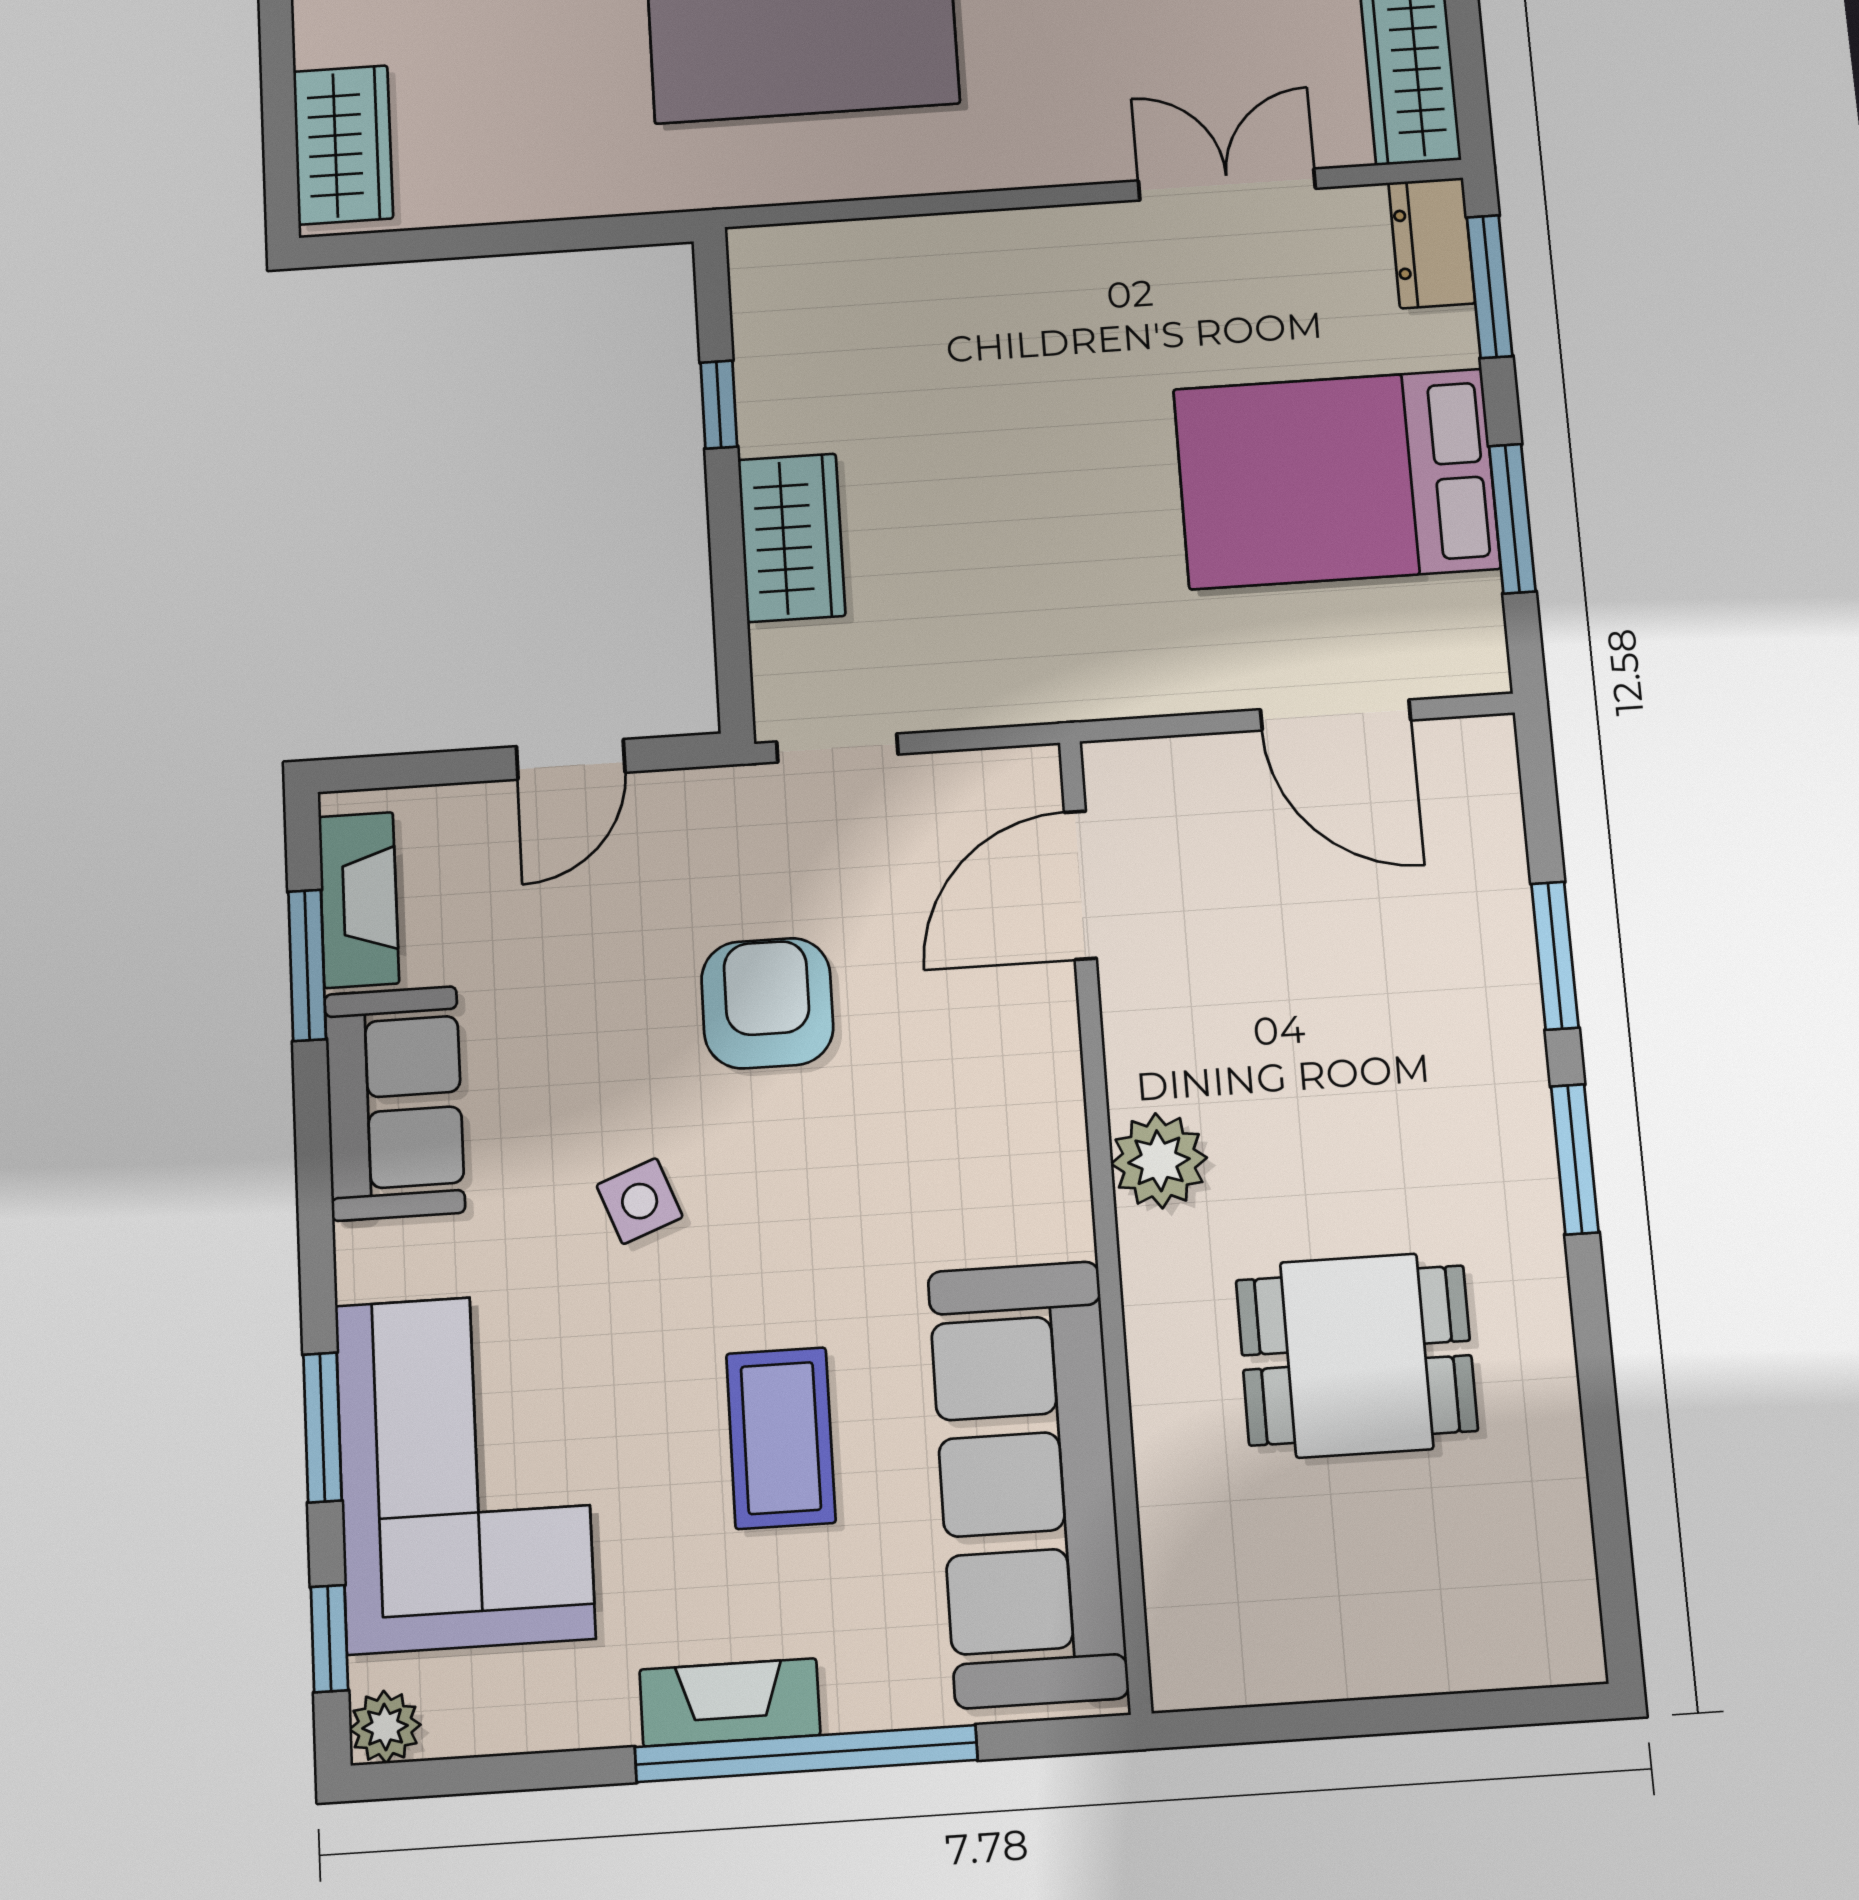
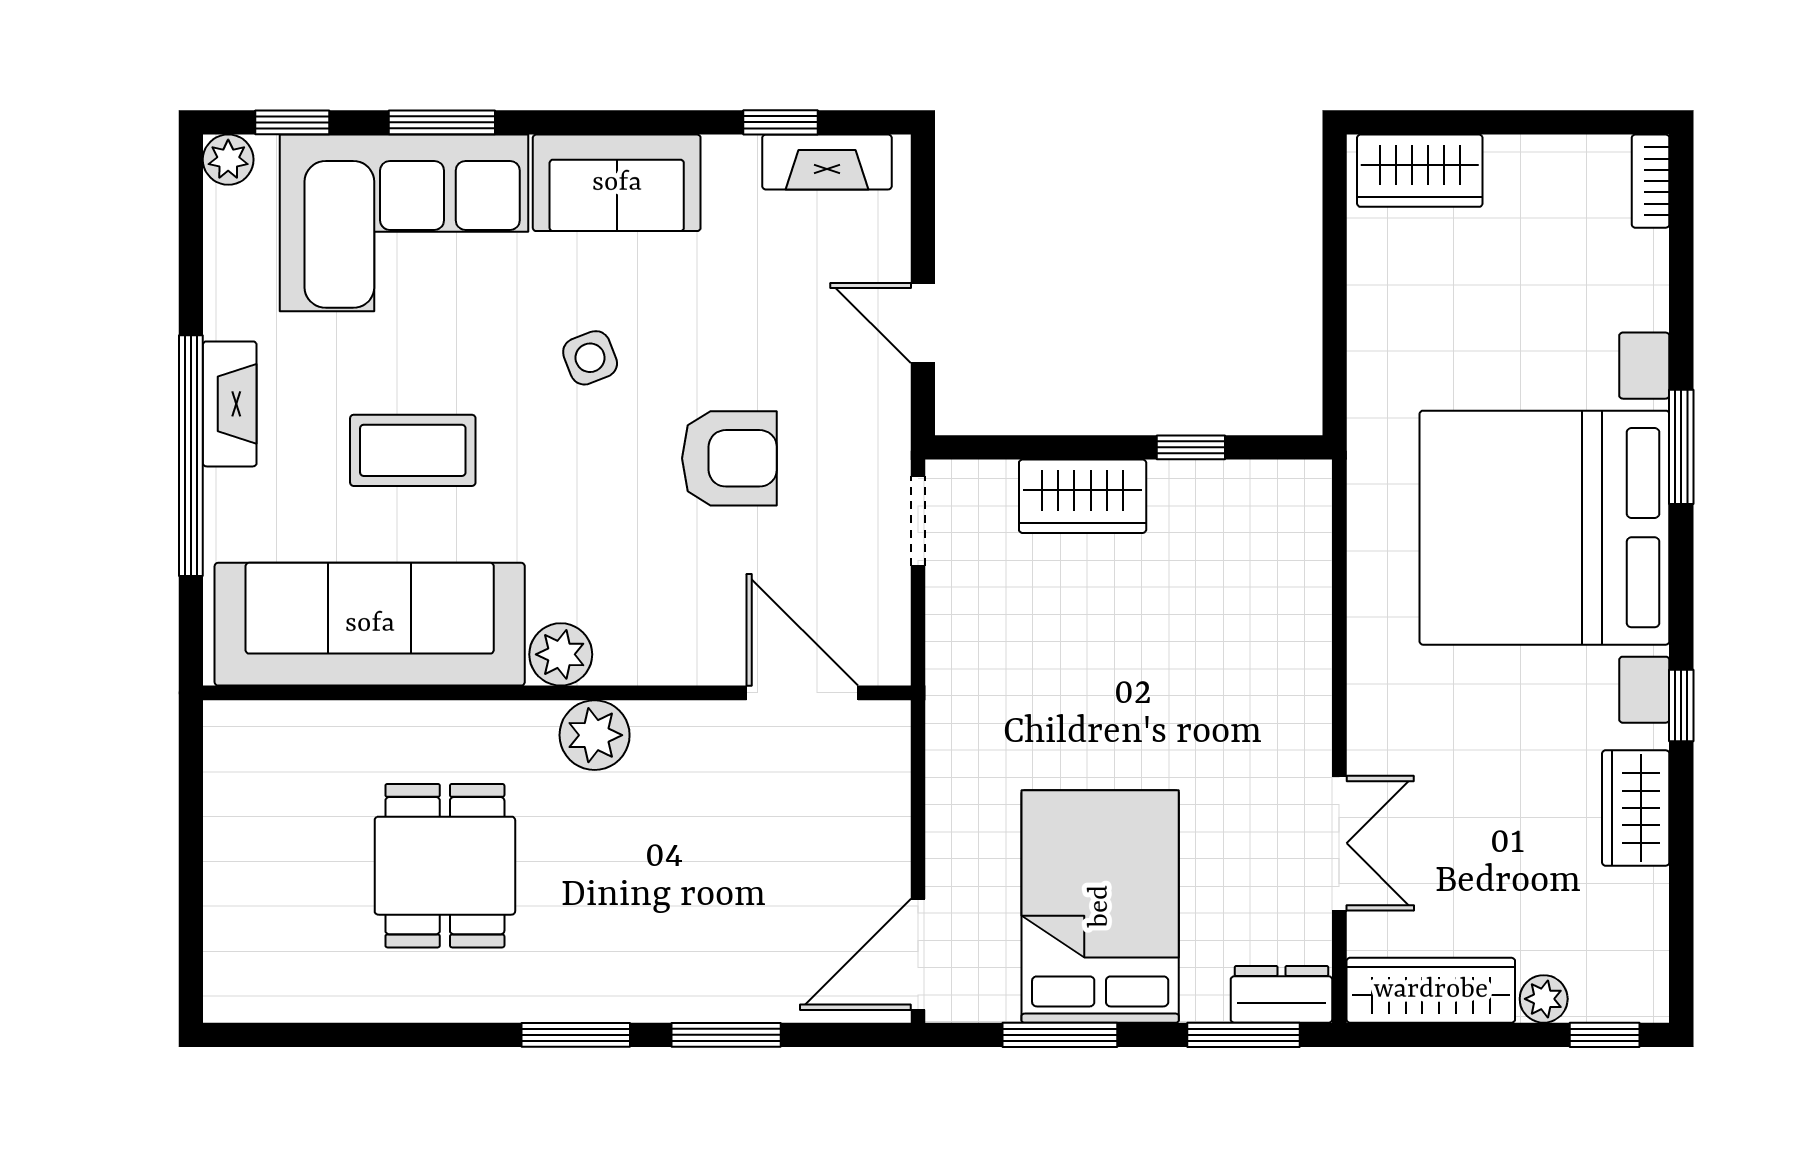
door: (1336, 715) -> (918, 954), moved
window: (307, 965) -> (781, 122), width x0.67
sofa: (395, 1103) -> (617, 183), moved
plant: (1051, 1214) -> (561, 654), added

